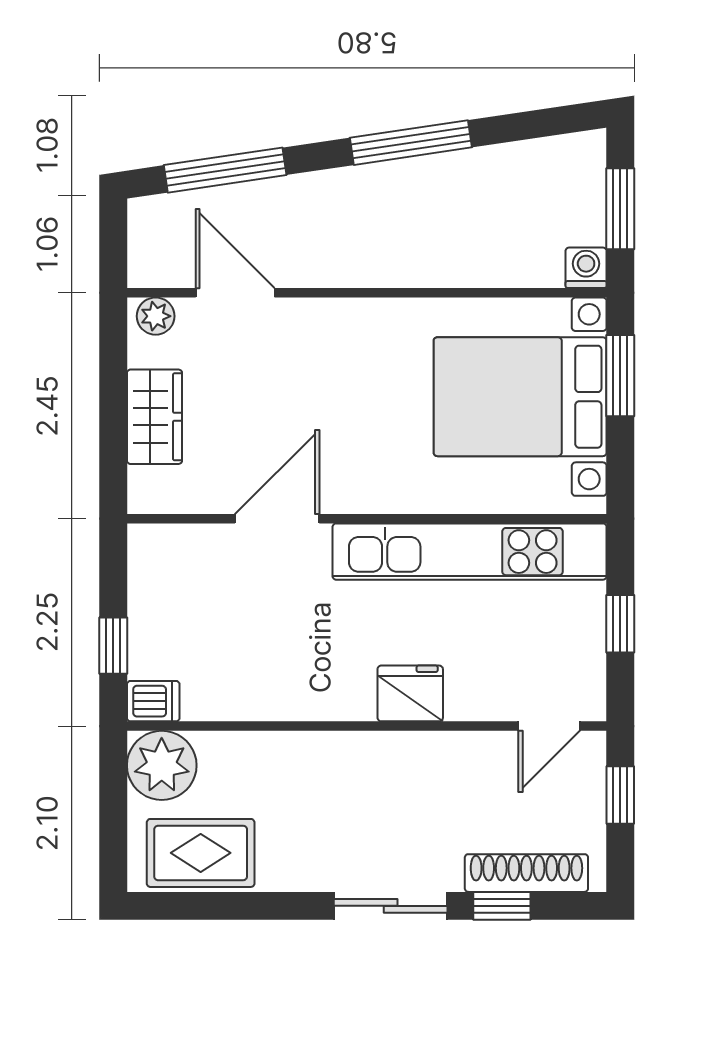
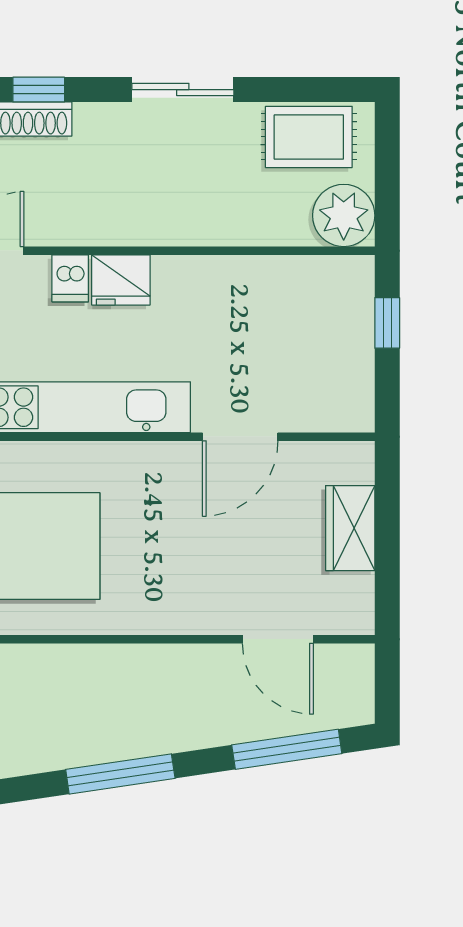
plant: (156, 316) -> (349, 618), removed
dishwasher: (153, 701) -> (70, 278), moved, turned -90
sliding door: (391, 906) -> (183, 90), moved

